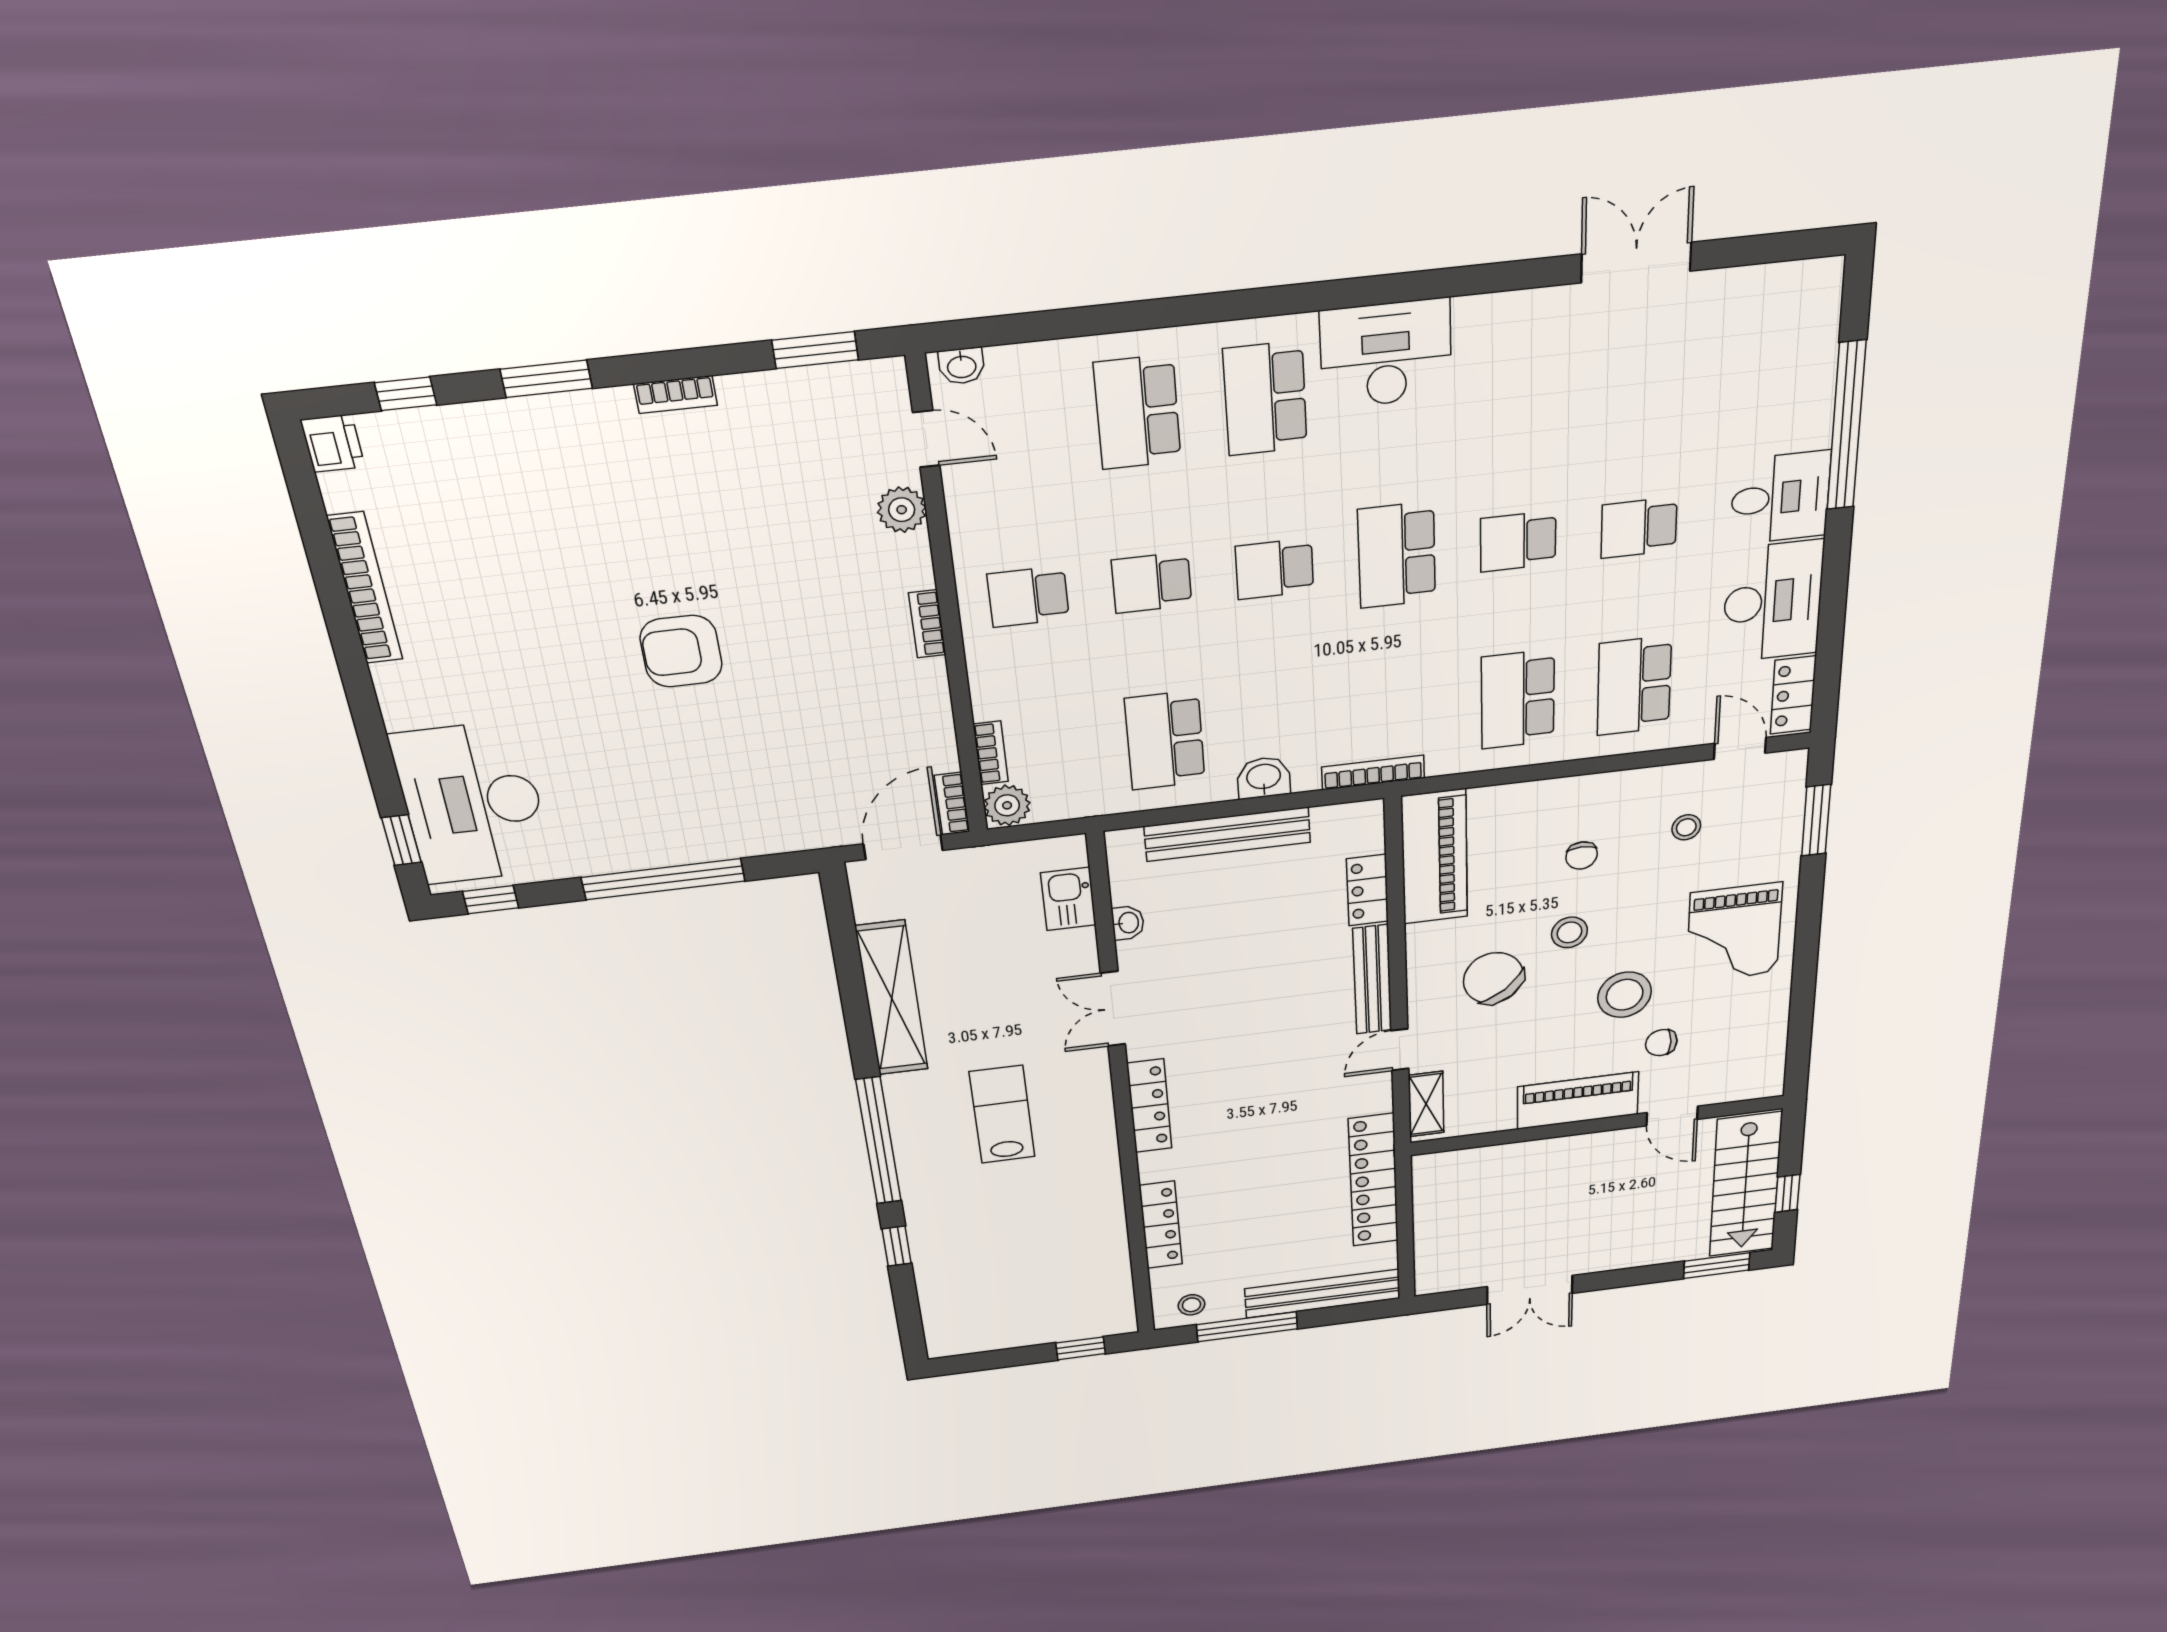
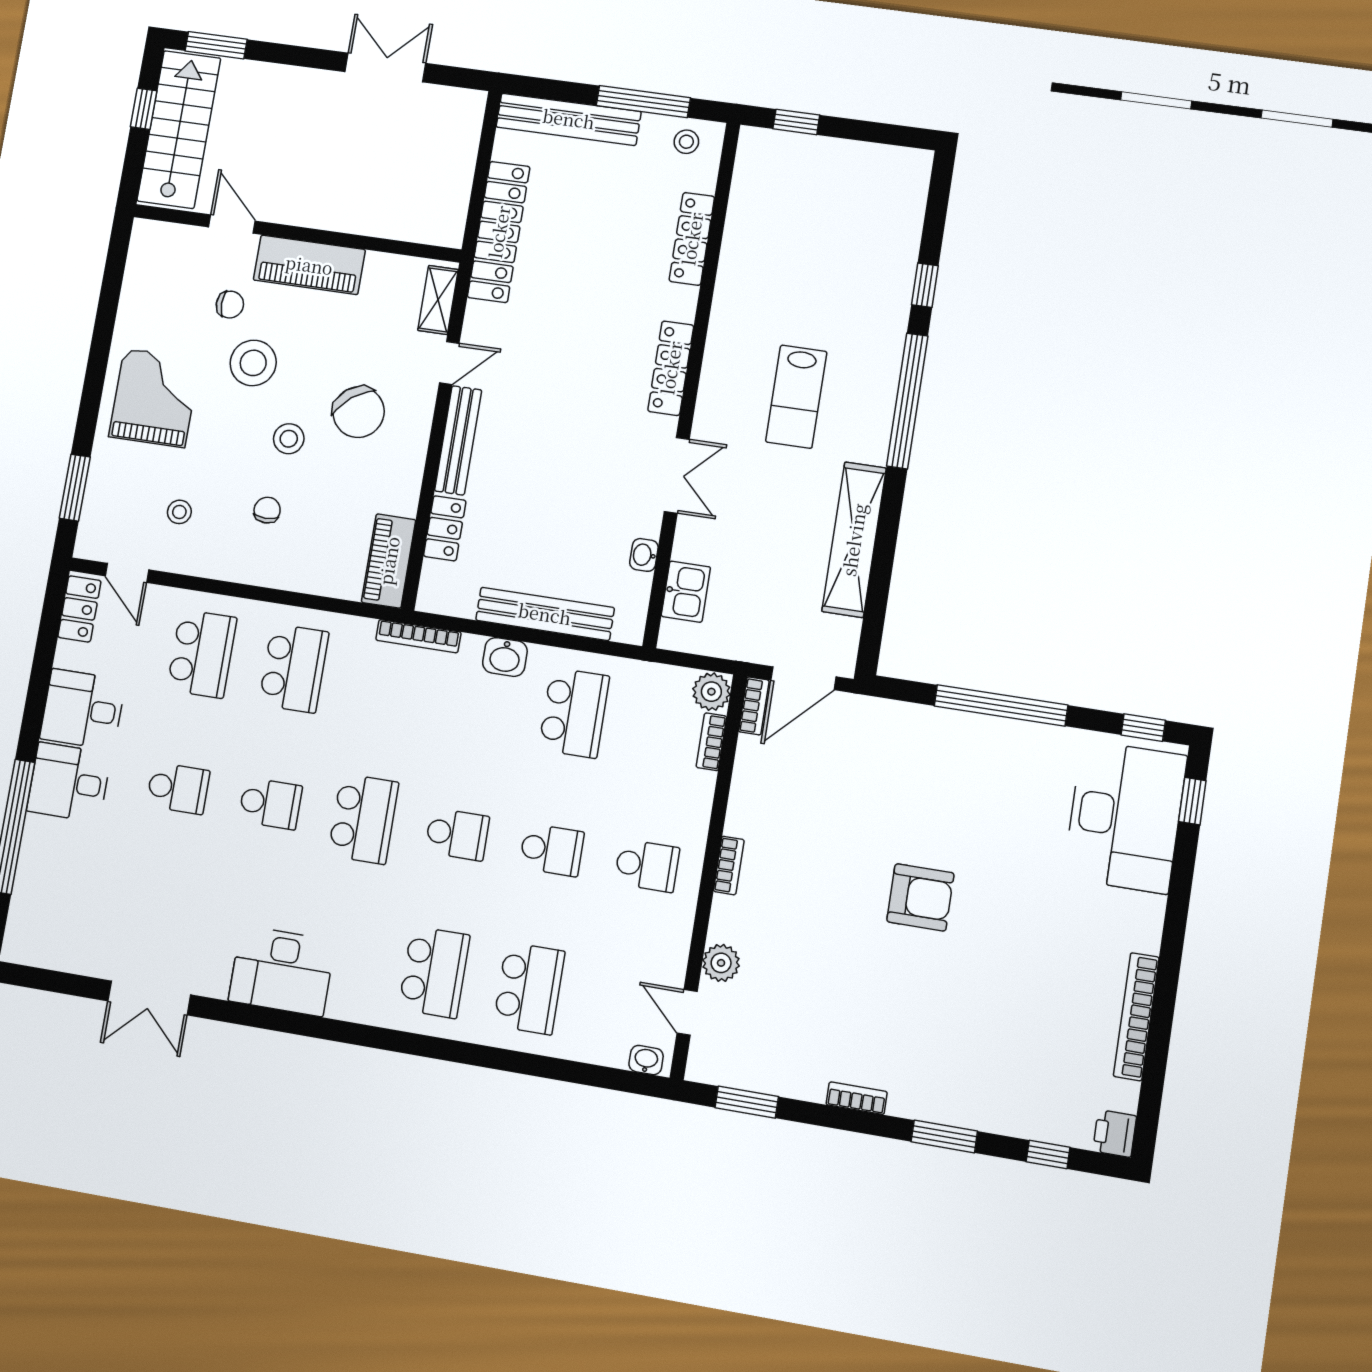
desk: (1386, 354) -> (282, 971), moved
desk: (1773, 601) -> (83, 709), width x0.73
piano: (1435, 857) -> (389, 561), width x0.73, depth x0.75

